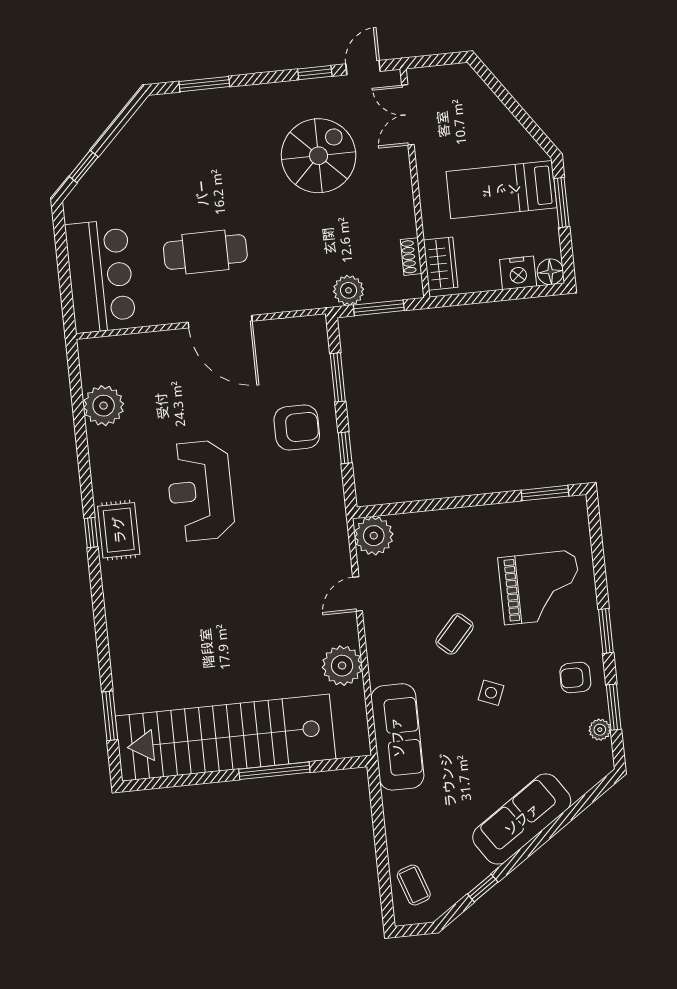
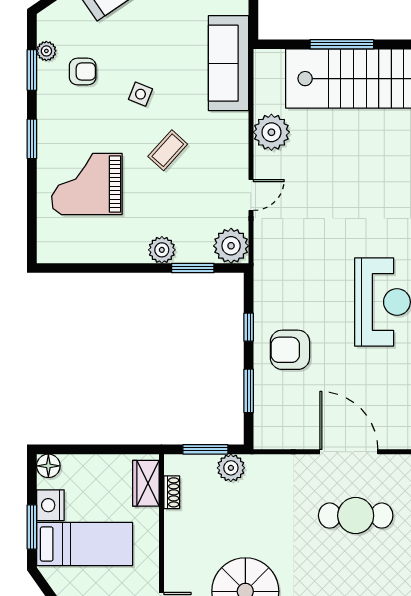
nightstand: (518, 273) -> (50, 505), moved, turned -90
window: (545, 493) -> (193, 268), moved
plant: (450, 523) -> (162, 250), added
armchair: (575, 678) -> (83, 72), moved

